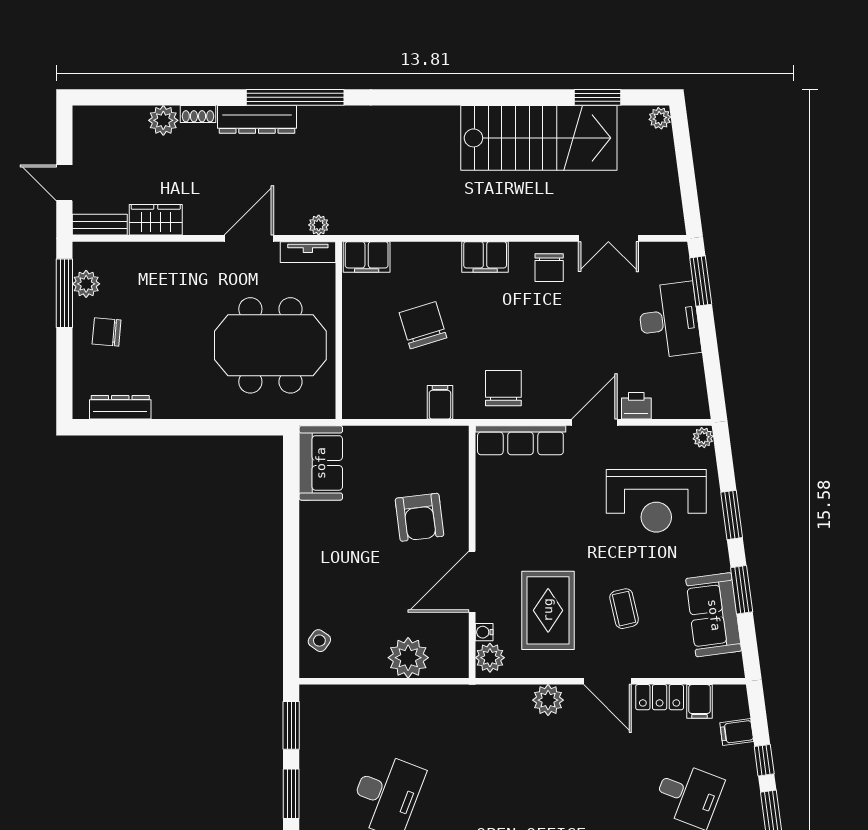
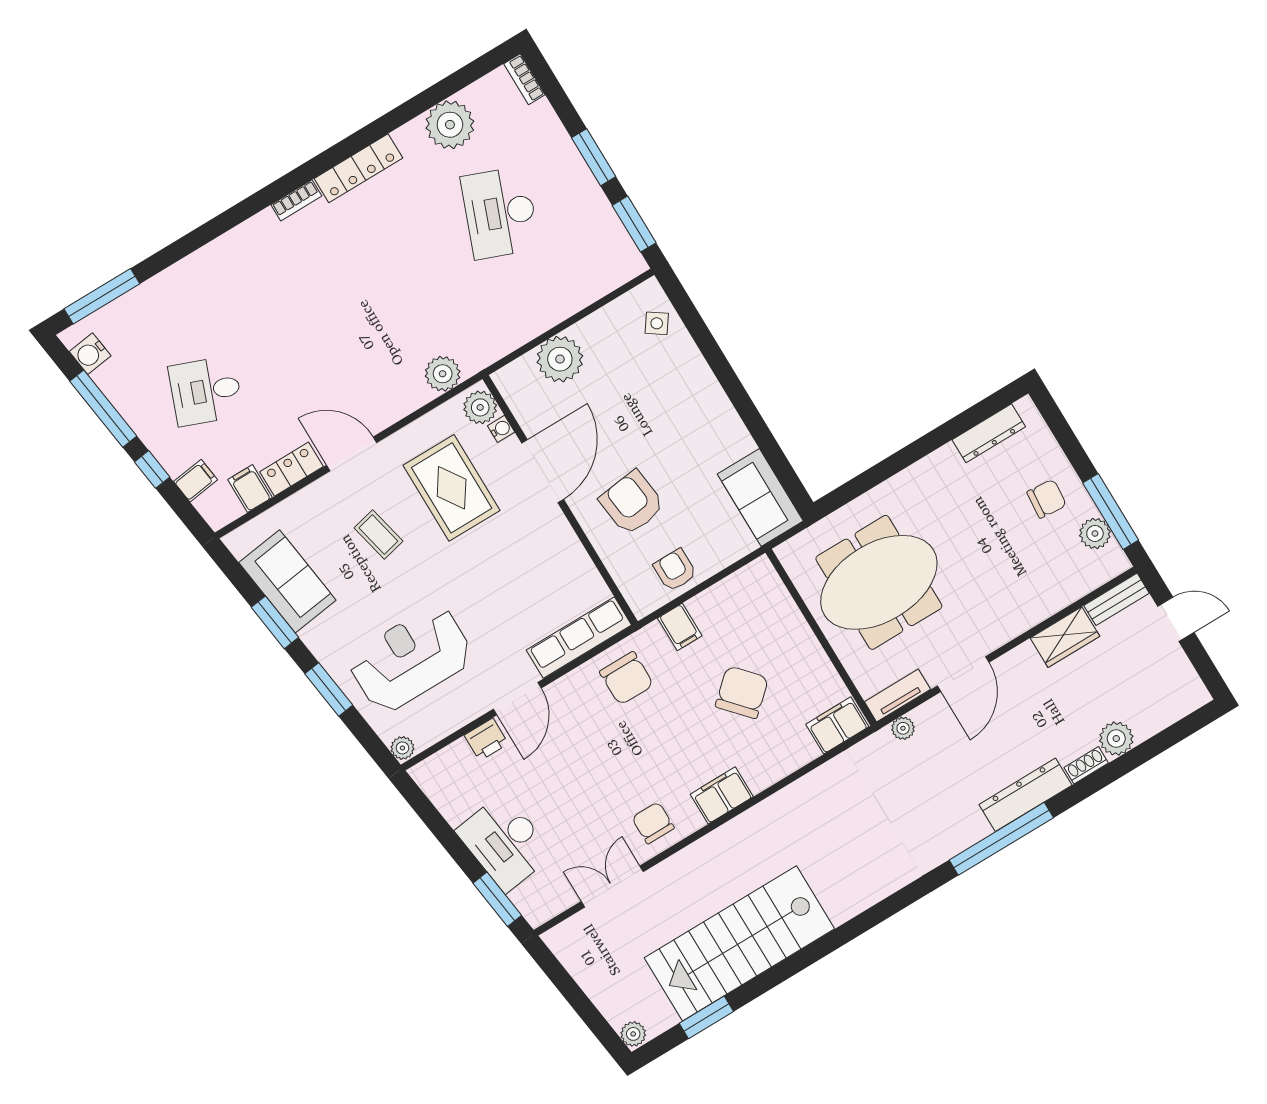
chair: (423, 325) -> (742, 692), turned -115
armchair: (418, 447) -> (675, 570), added
plant: (548, 700) -> (443, 374), moved

